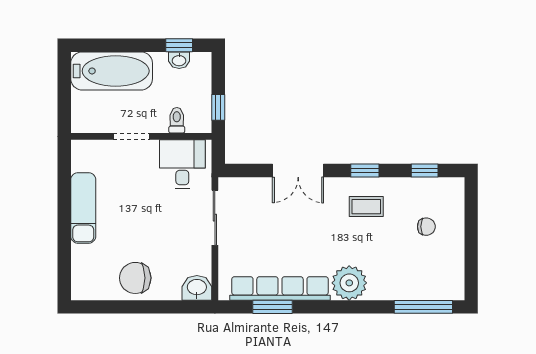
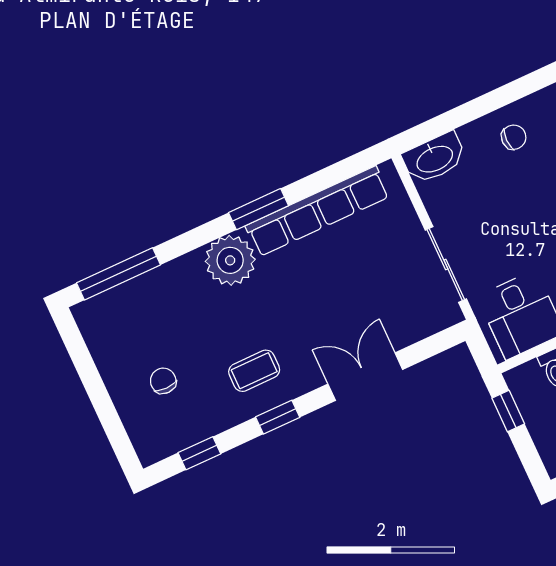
chair: (426, 227) -> (163, 381), turned 90
chair: (135, 278) -> (514, 137), width x0.54, depth x0.54
washbasin: (197, 288) -> (434, 158), width x1.38
window: (273, 307) -> (258, 209), moved

